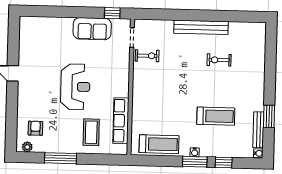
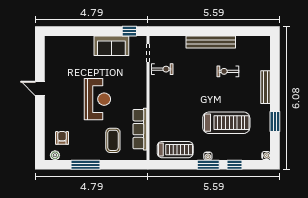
treadmill: (216, 116) -> (226, 123), width x1.37, depth x1.38
bench: (258, 130) -> (266, 87), moved

